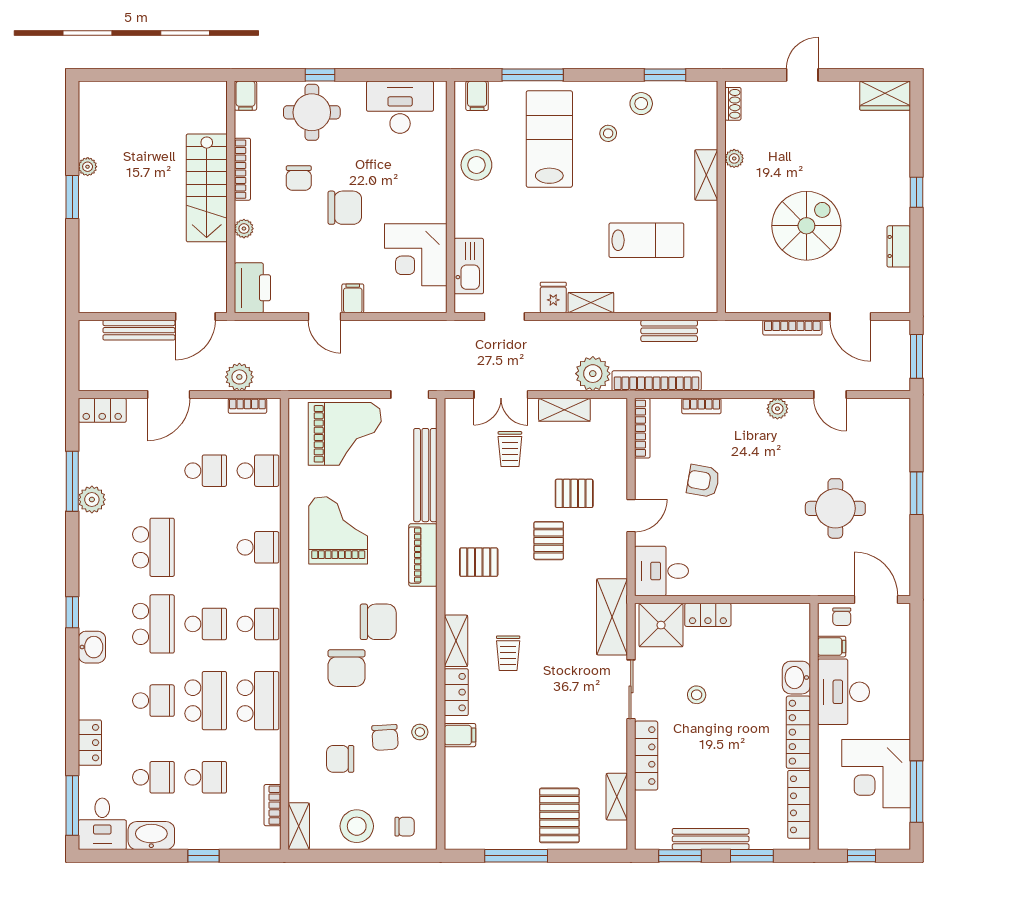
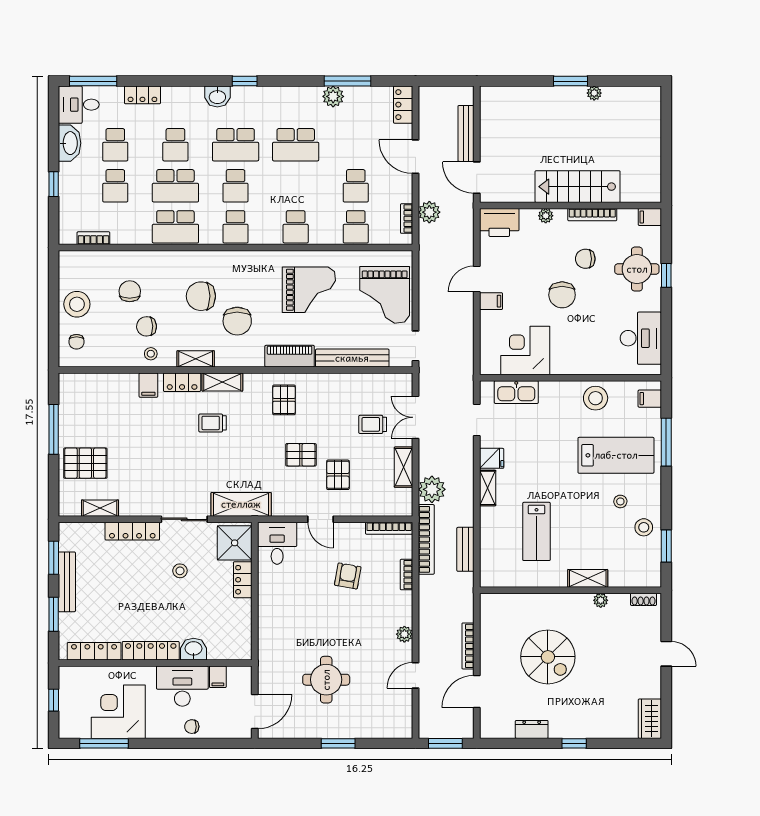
chair: (842, 617) -> (192, 727), moved
shelving: (299, 826) -> (196, 359), moved

